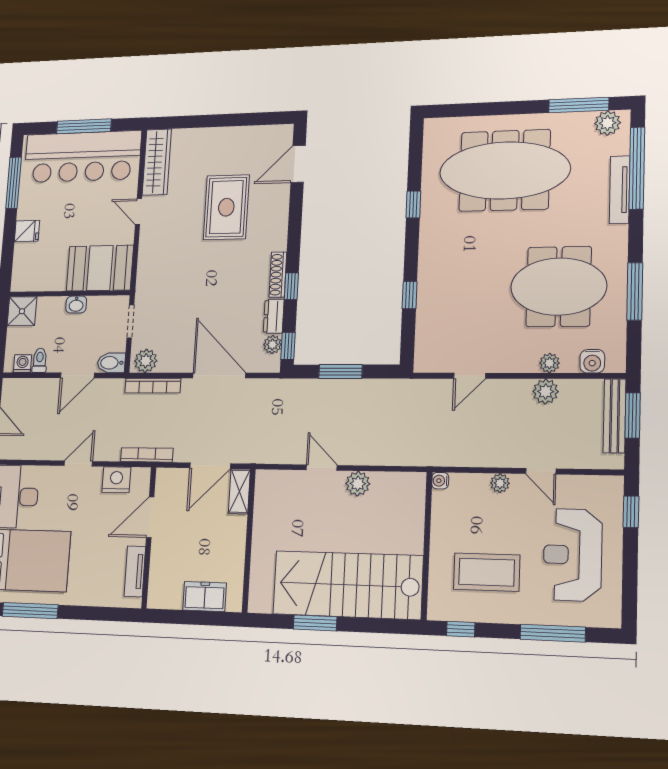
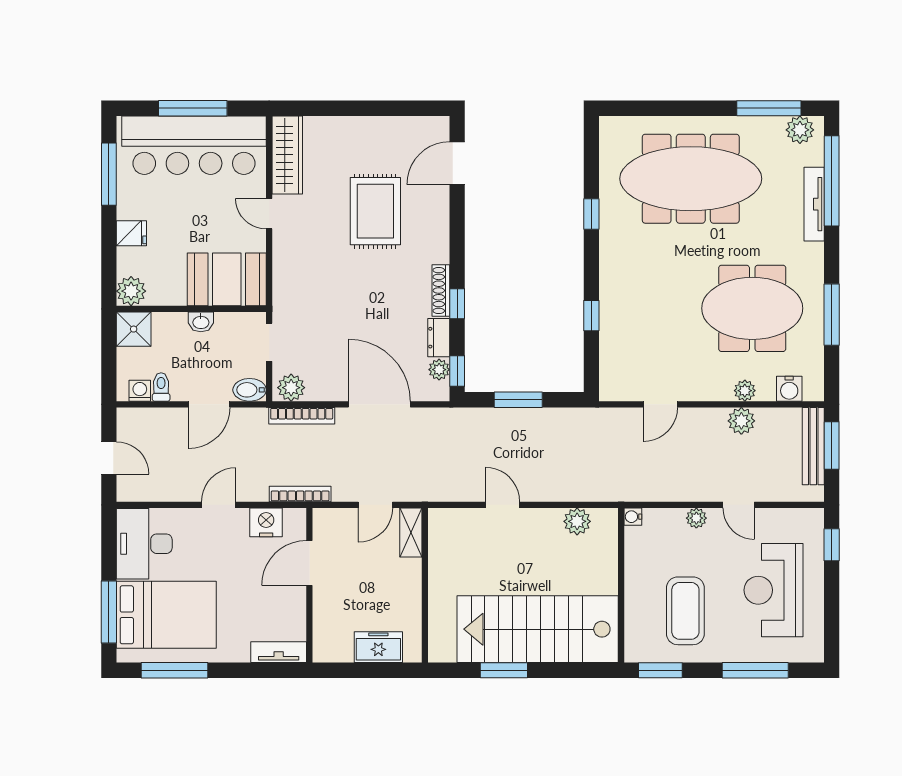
plant: (23, 279) -> (131, 291), added
door: (210, 466) -> (375, 505), width x0.73
plant: (358, 484) -> (577, 521), moved
tv unit: (135, 571) -> (279, 652), moved, turned 90
coffee table: (487, 572) -> (685, 611), turned 90
window: (461, 629) -> (660, 670), width x1.50

